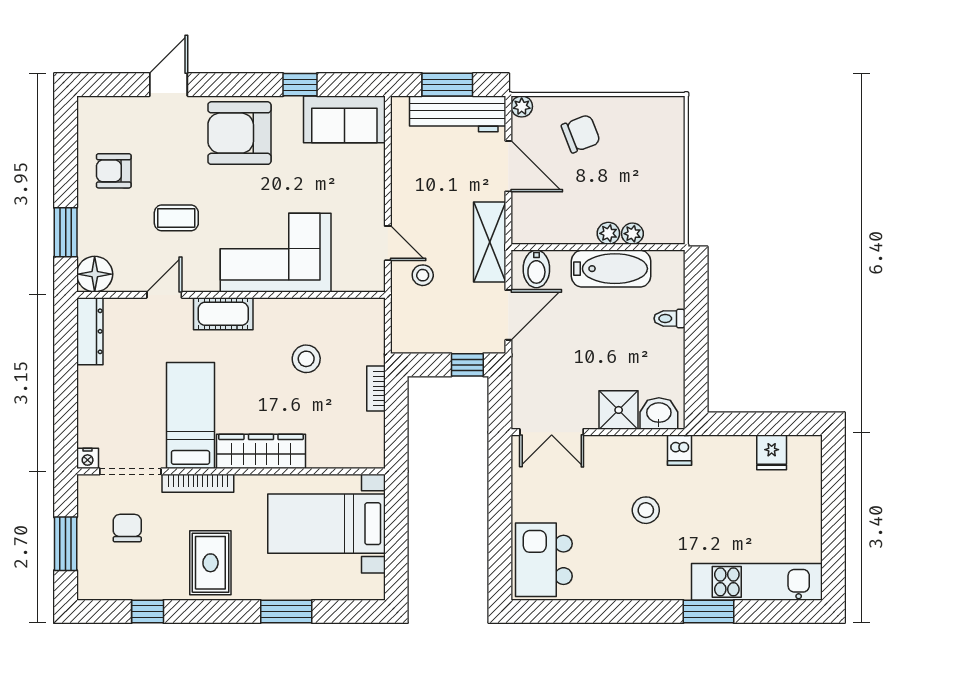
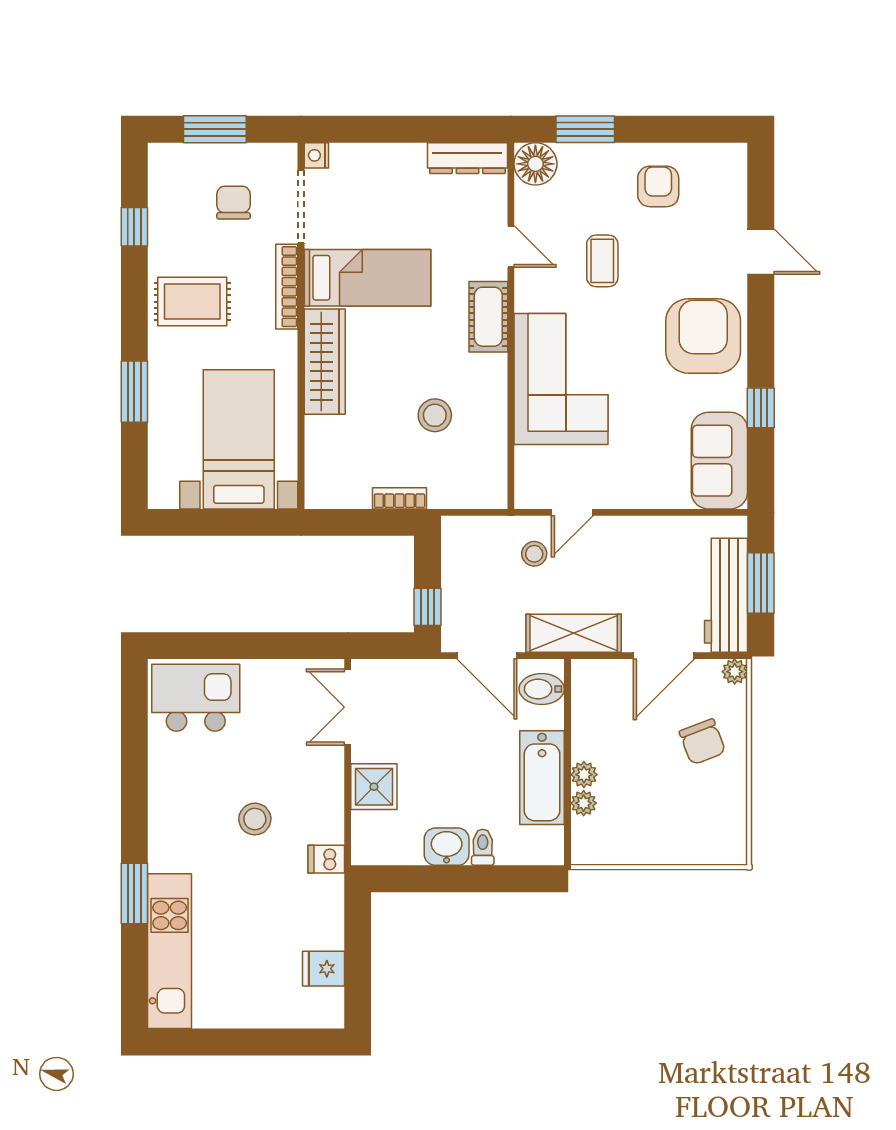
washbasin: (659, 413) -> (447, 847), moved, turned -90
chair: (127, 528) -> (234, 203), turned -90

